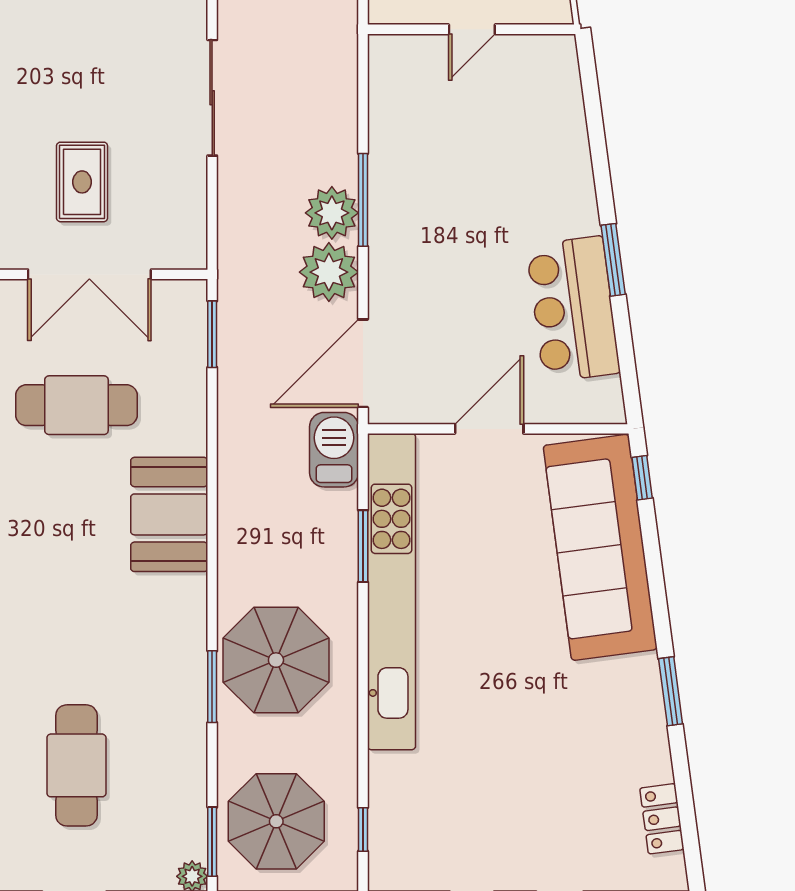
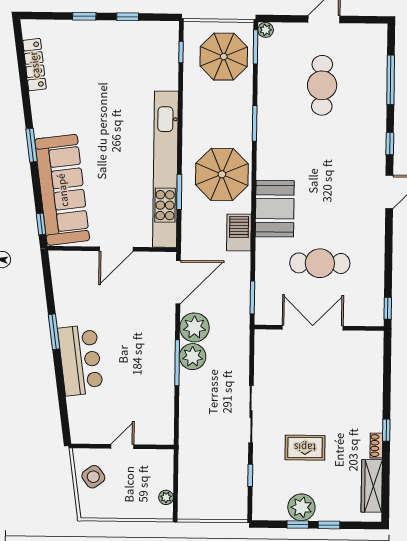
rug: (82, 182) -> (305, 448), moved, turned 90
bar counter: (573, 309) -> (80, 360), moved
barbecue: (334, 450) -> (239, 233), moved, turned 180
parasol: (276, 660) -> (222, 174), moved
window: (671, 691) -> (32, 145), moved
locker: (662, 819) -> (34, 65), width x1.53

